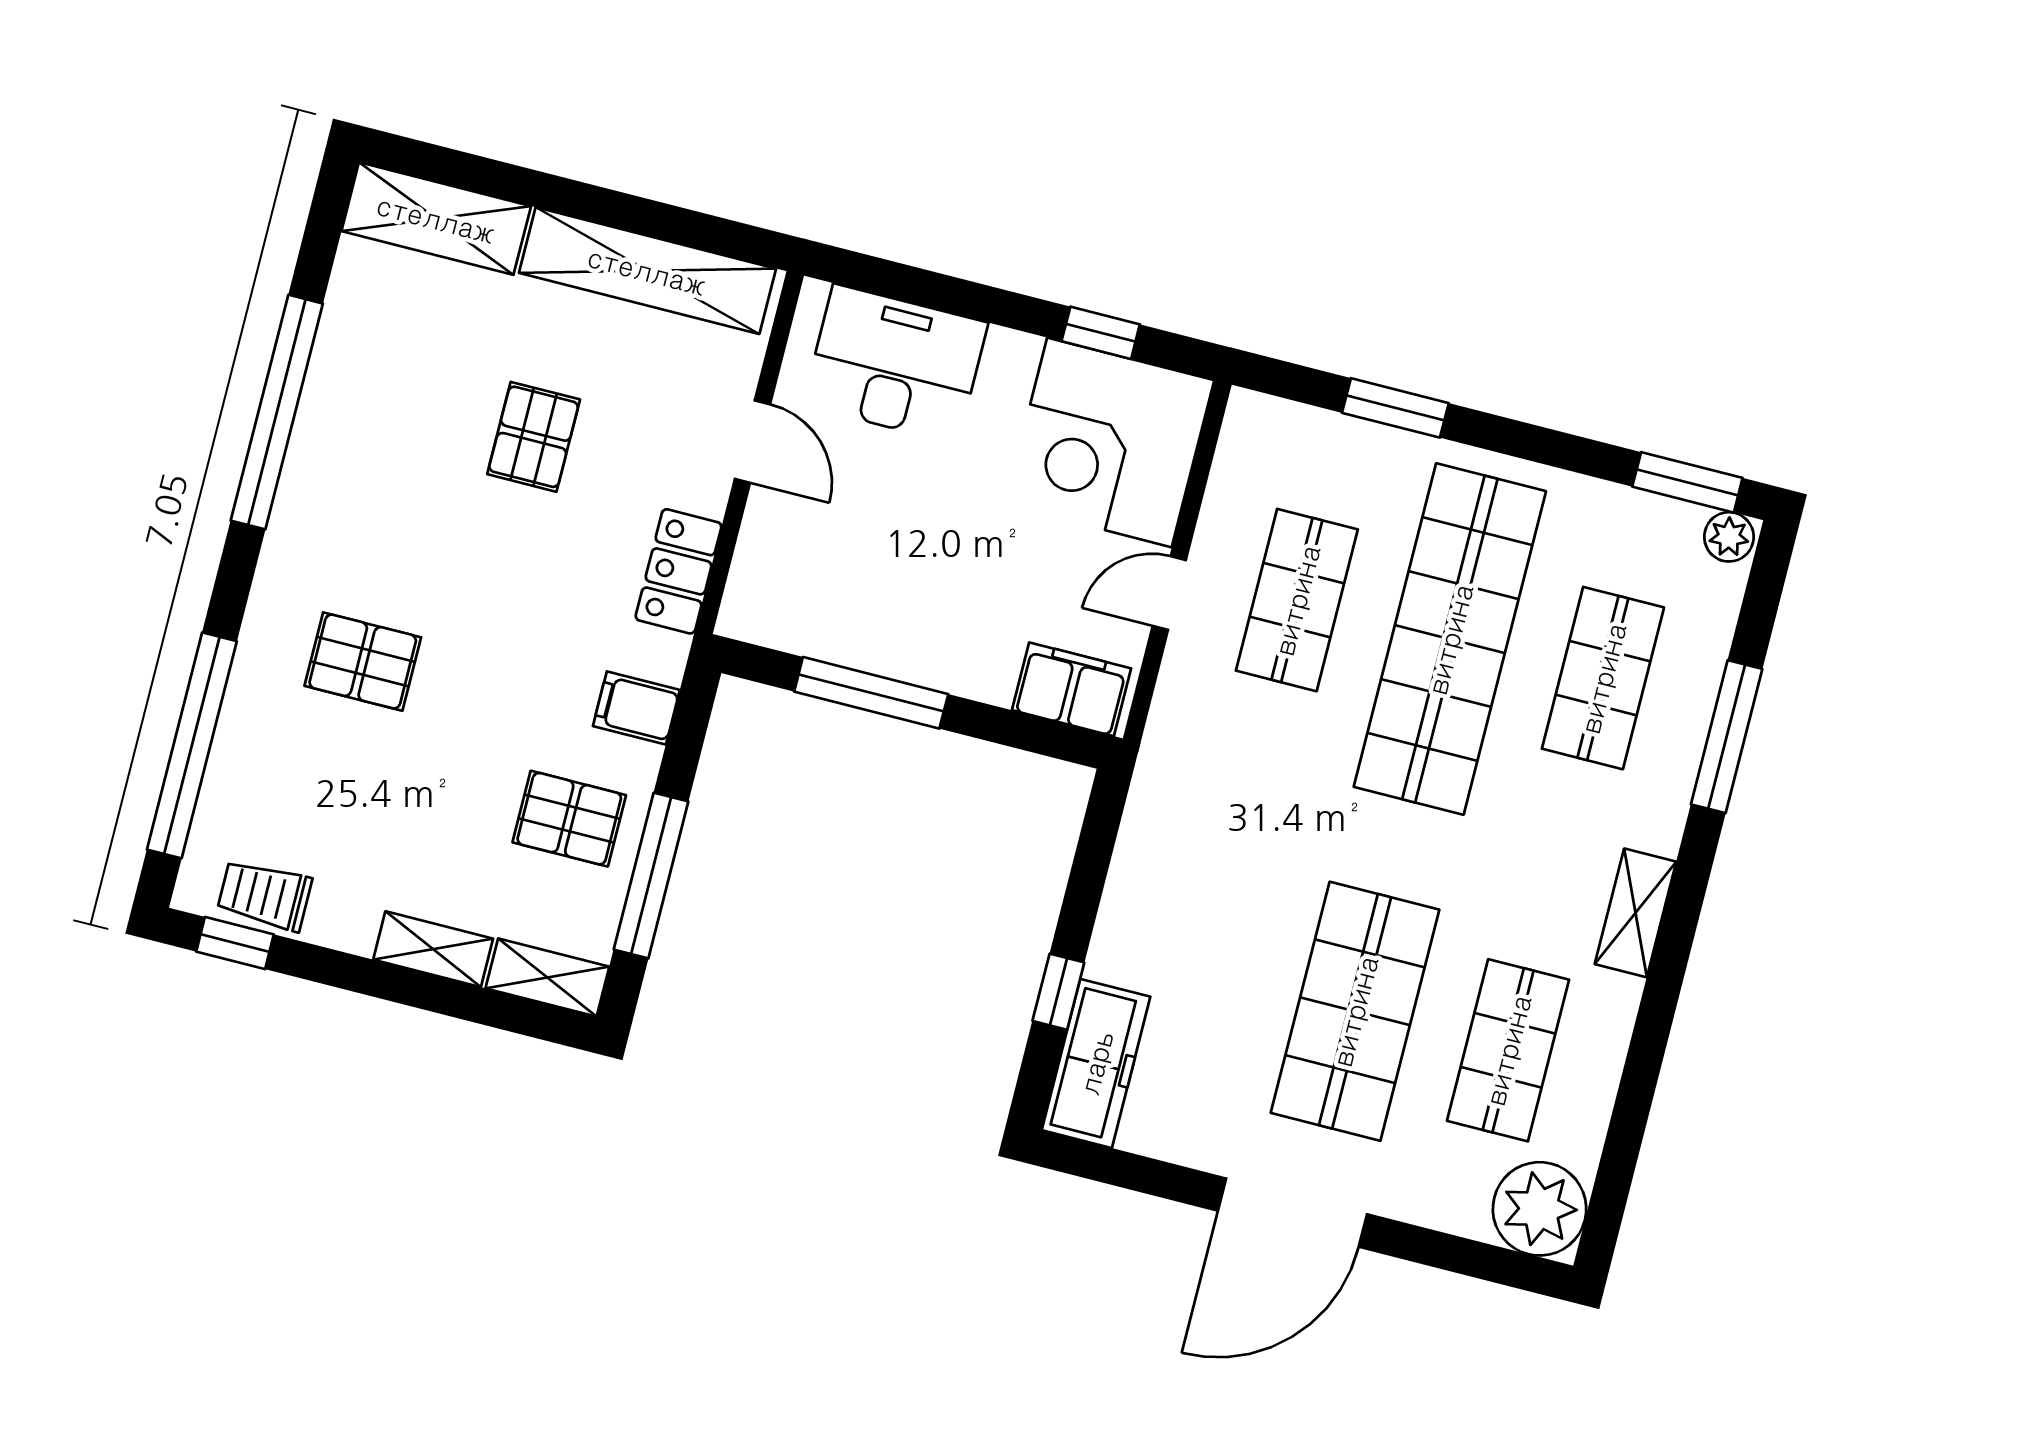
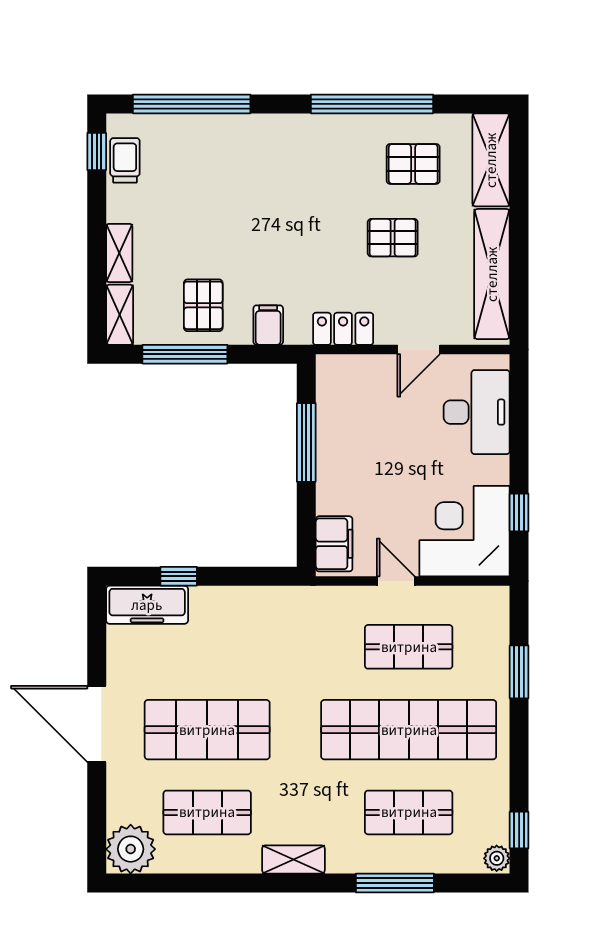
window: (1687, 482) -> (519, 830), width x0.67
pallet: (363, 662) -> (413, 164), moved, turned 90

